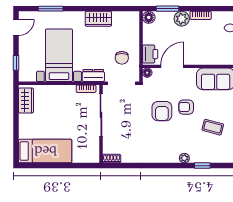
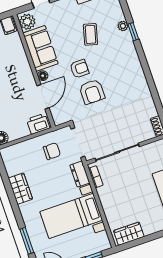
door: (172, 66) -> (43, 97), swing flipped
floor lamp: (147, 73) -> (43, 76), moved
armchair: (186, 107) -> (79, 69), turned -90
armchair: (162, 111) -> (92, 92), turned 90
plant: (184, 158) -> (123, 26), moved

